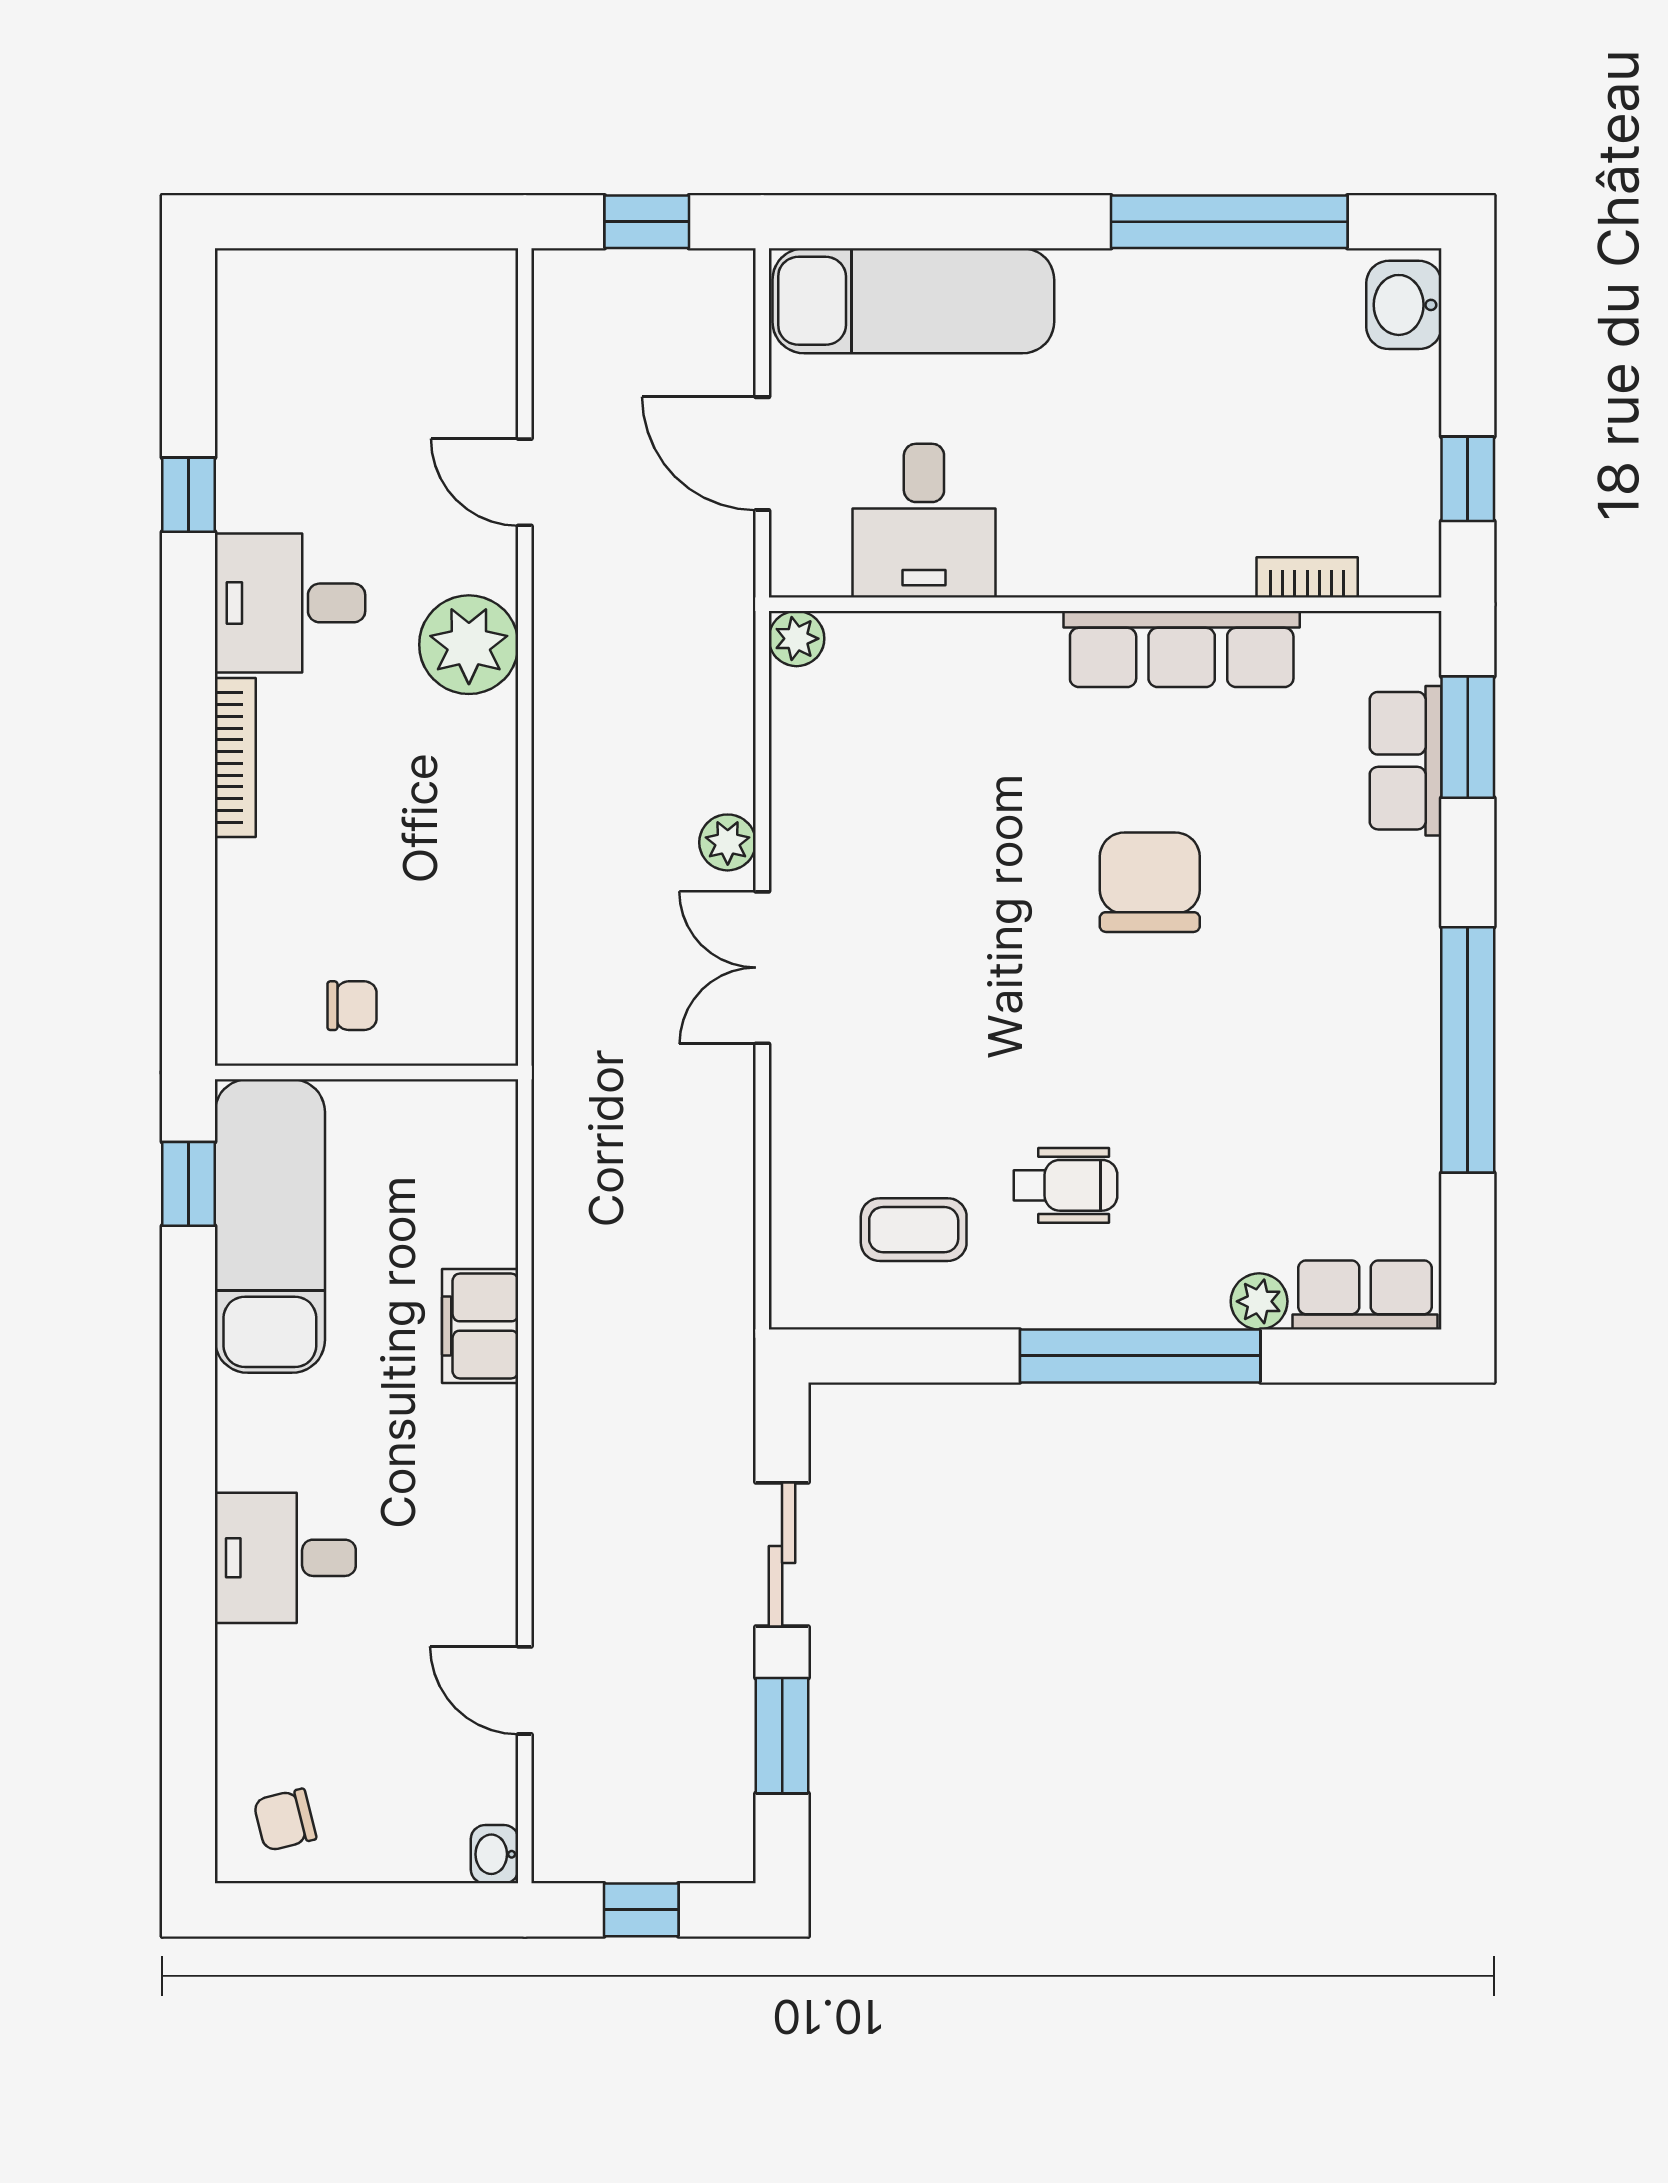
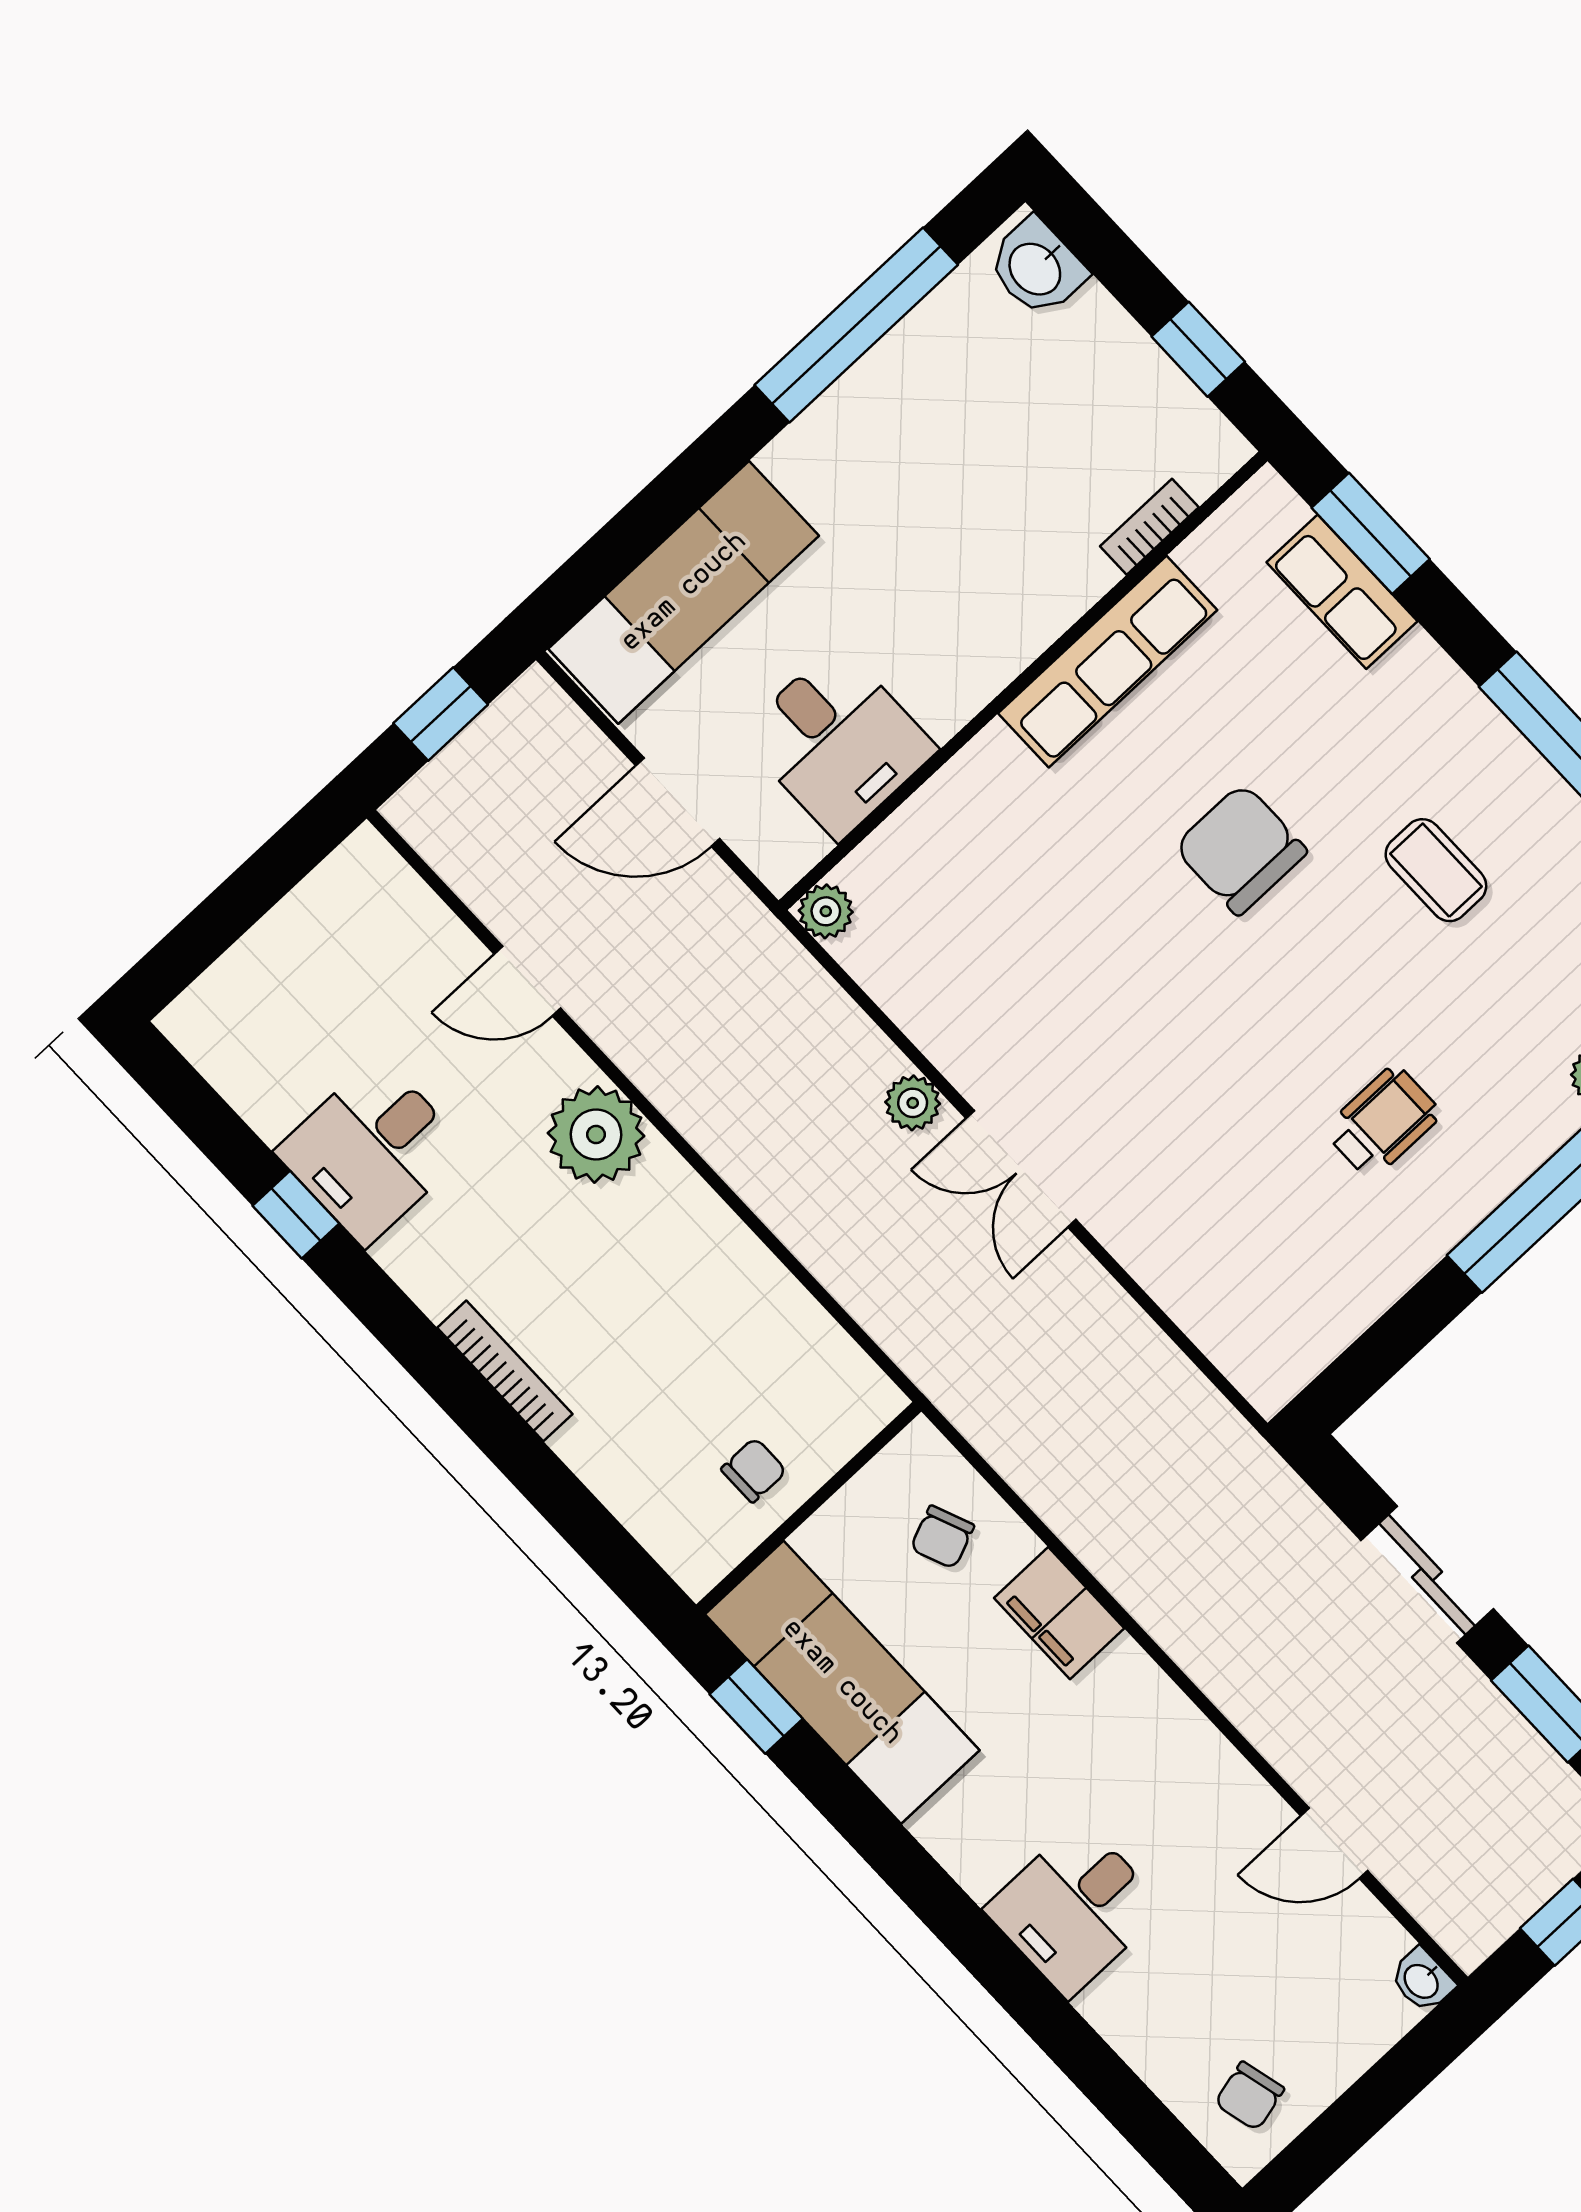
desk: (290, 603) -> (372, 1151), moved
chair: (446, 1188) -> (942, 1537), added
coffee table: (914, 1230) -> (1436, 870), moved, turned 90

